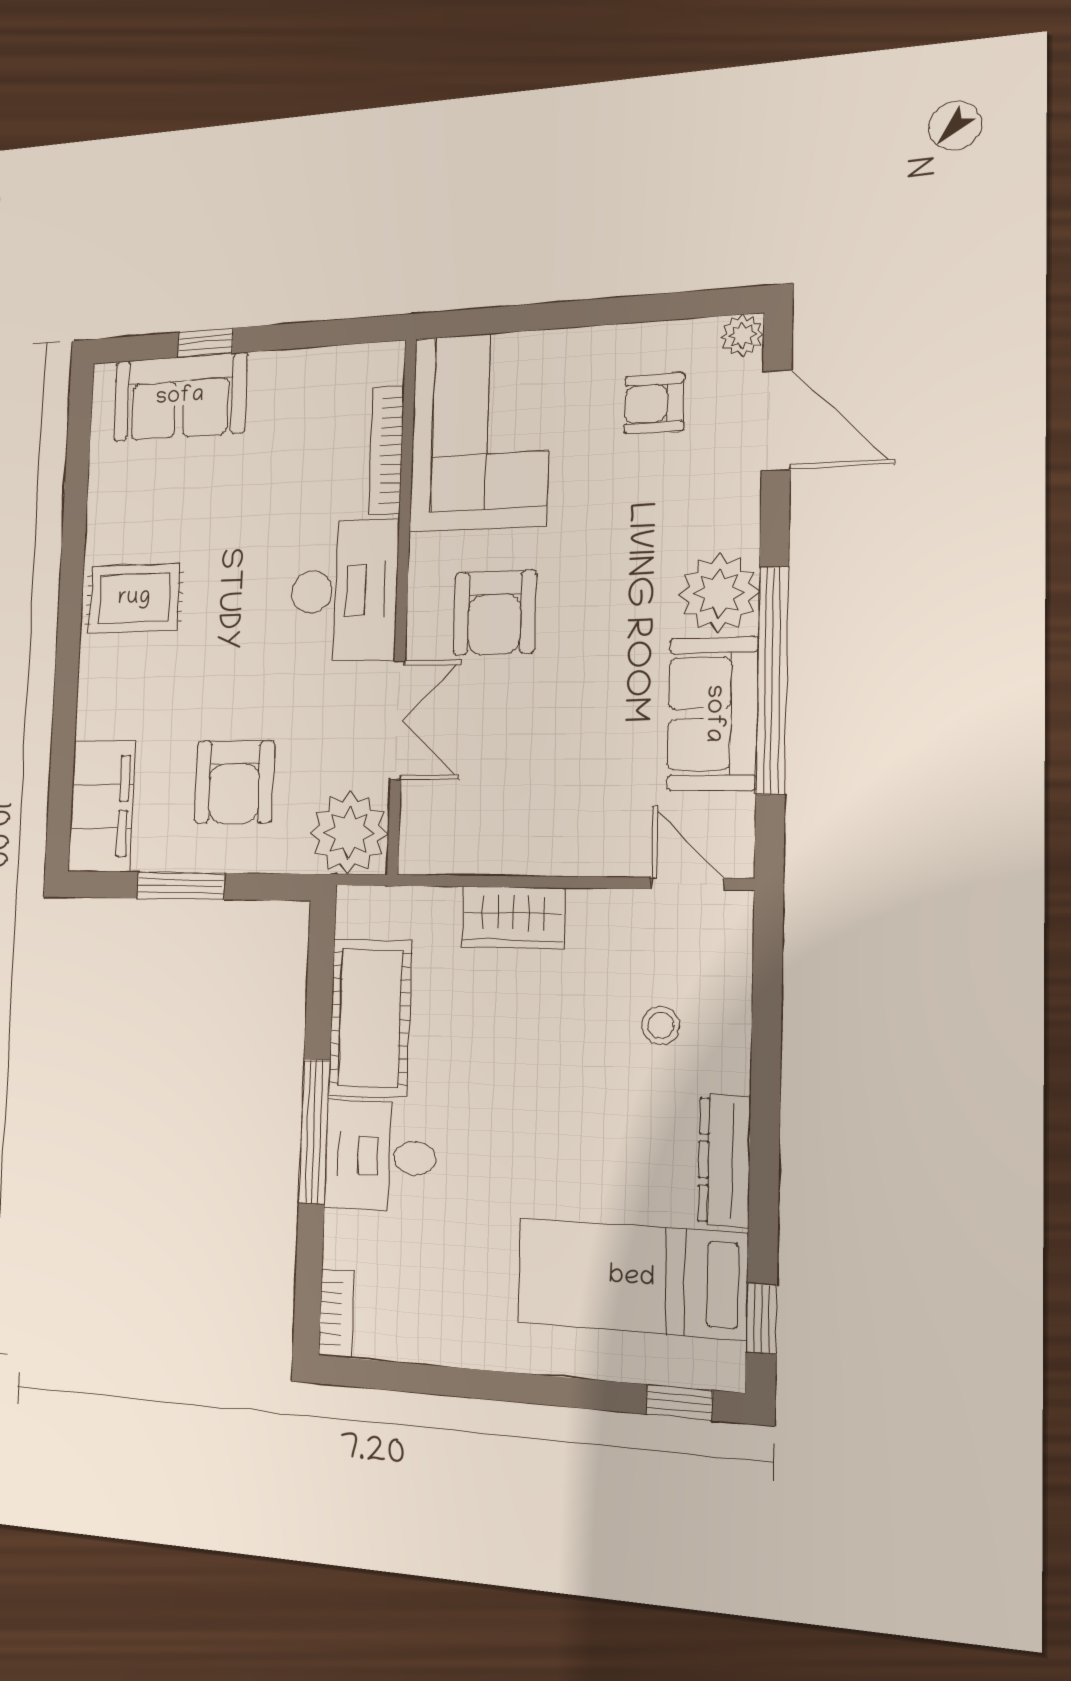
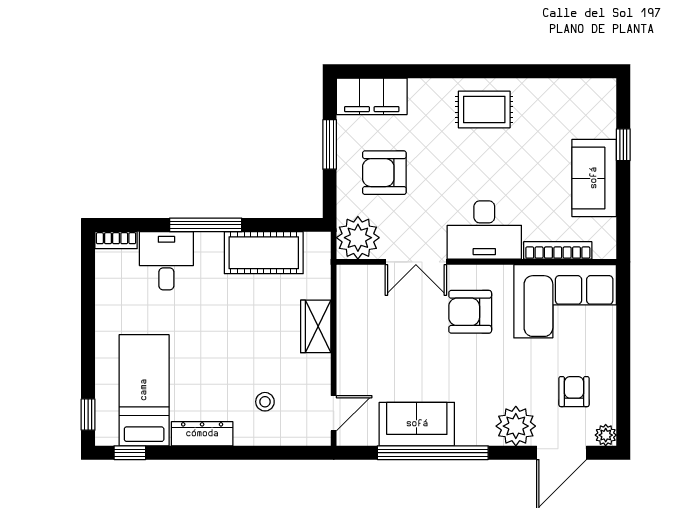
sofa: (180, 397) -> (594, 178), moved
plant: (719, 593) -> (516, 426), moved
rug: (134, 598) -> (484, 109), turned 90
desk: (380, 1156) -> (166, 261), moved

